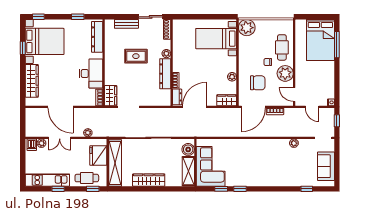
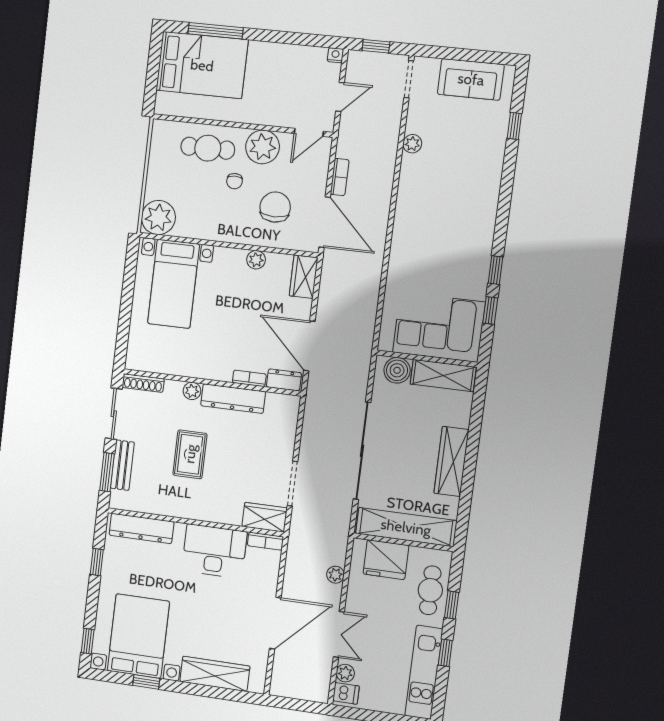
window: (122, 17) -> (107, 472), added
window: (93, 189) -> (452, 605), moved

